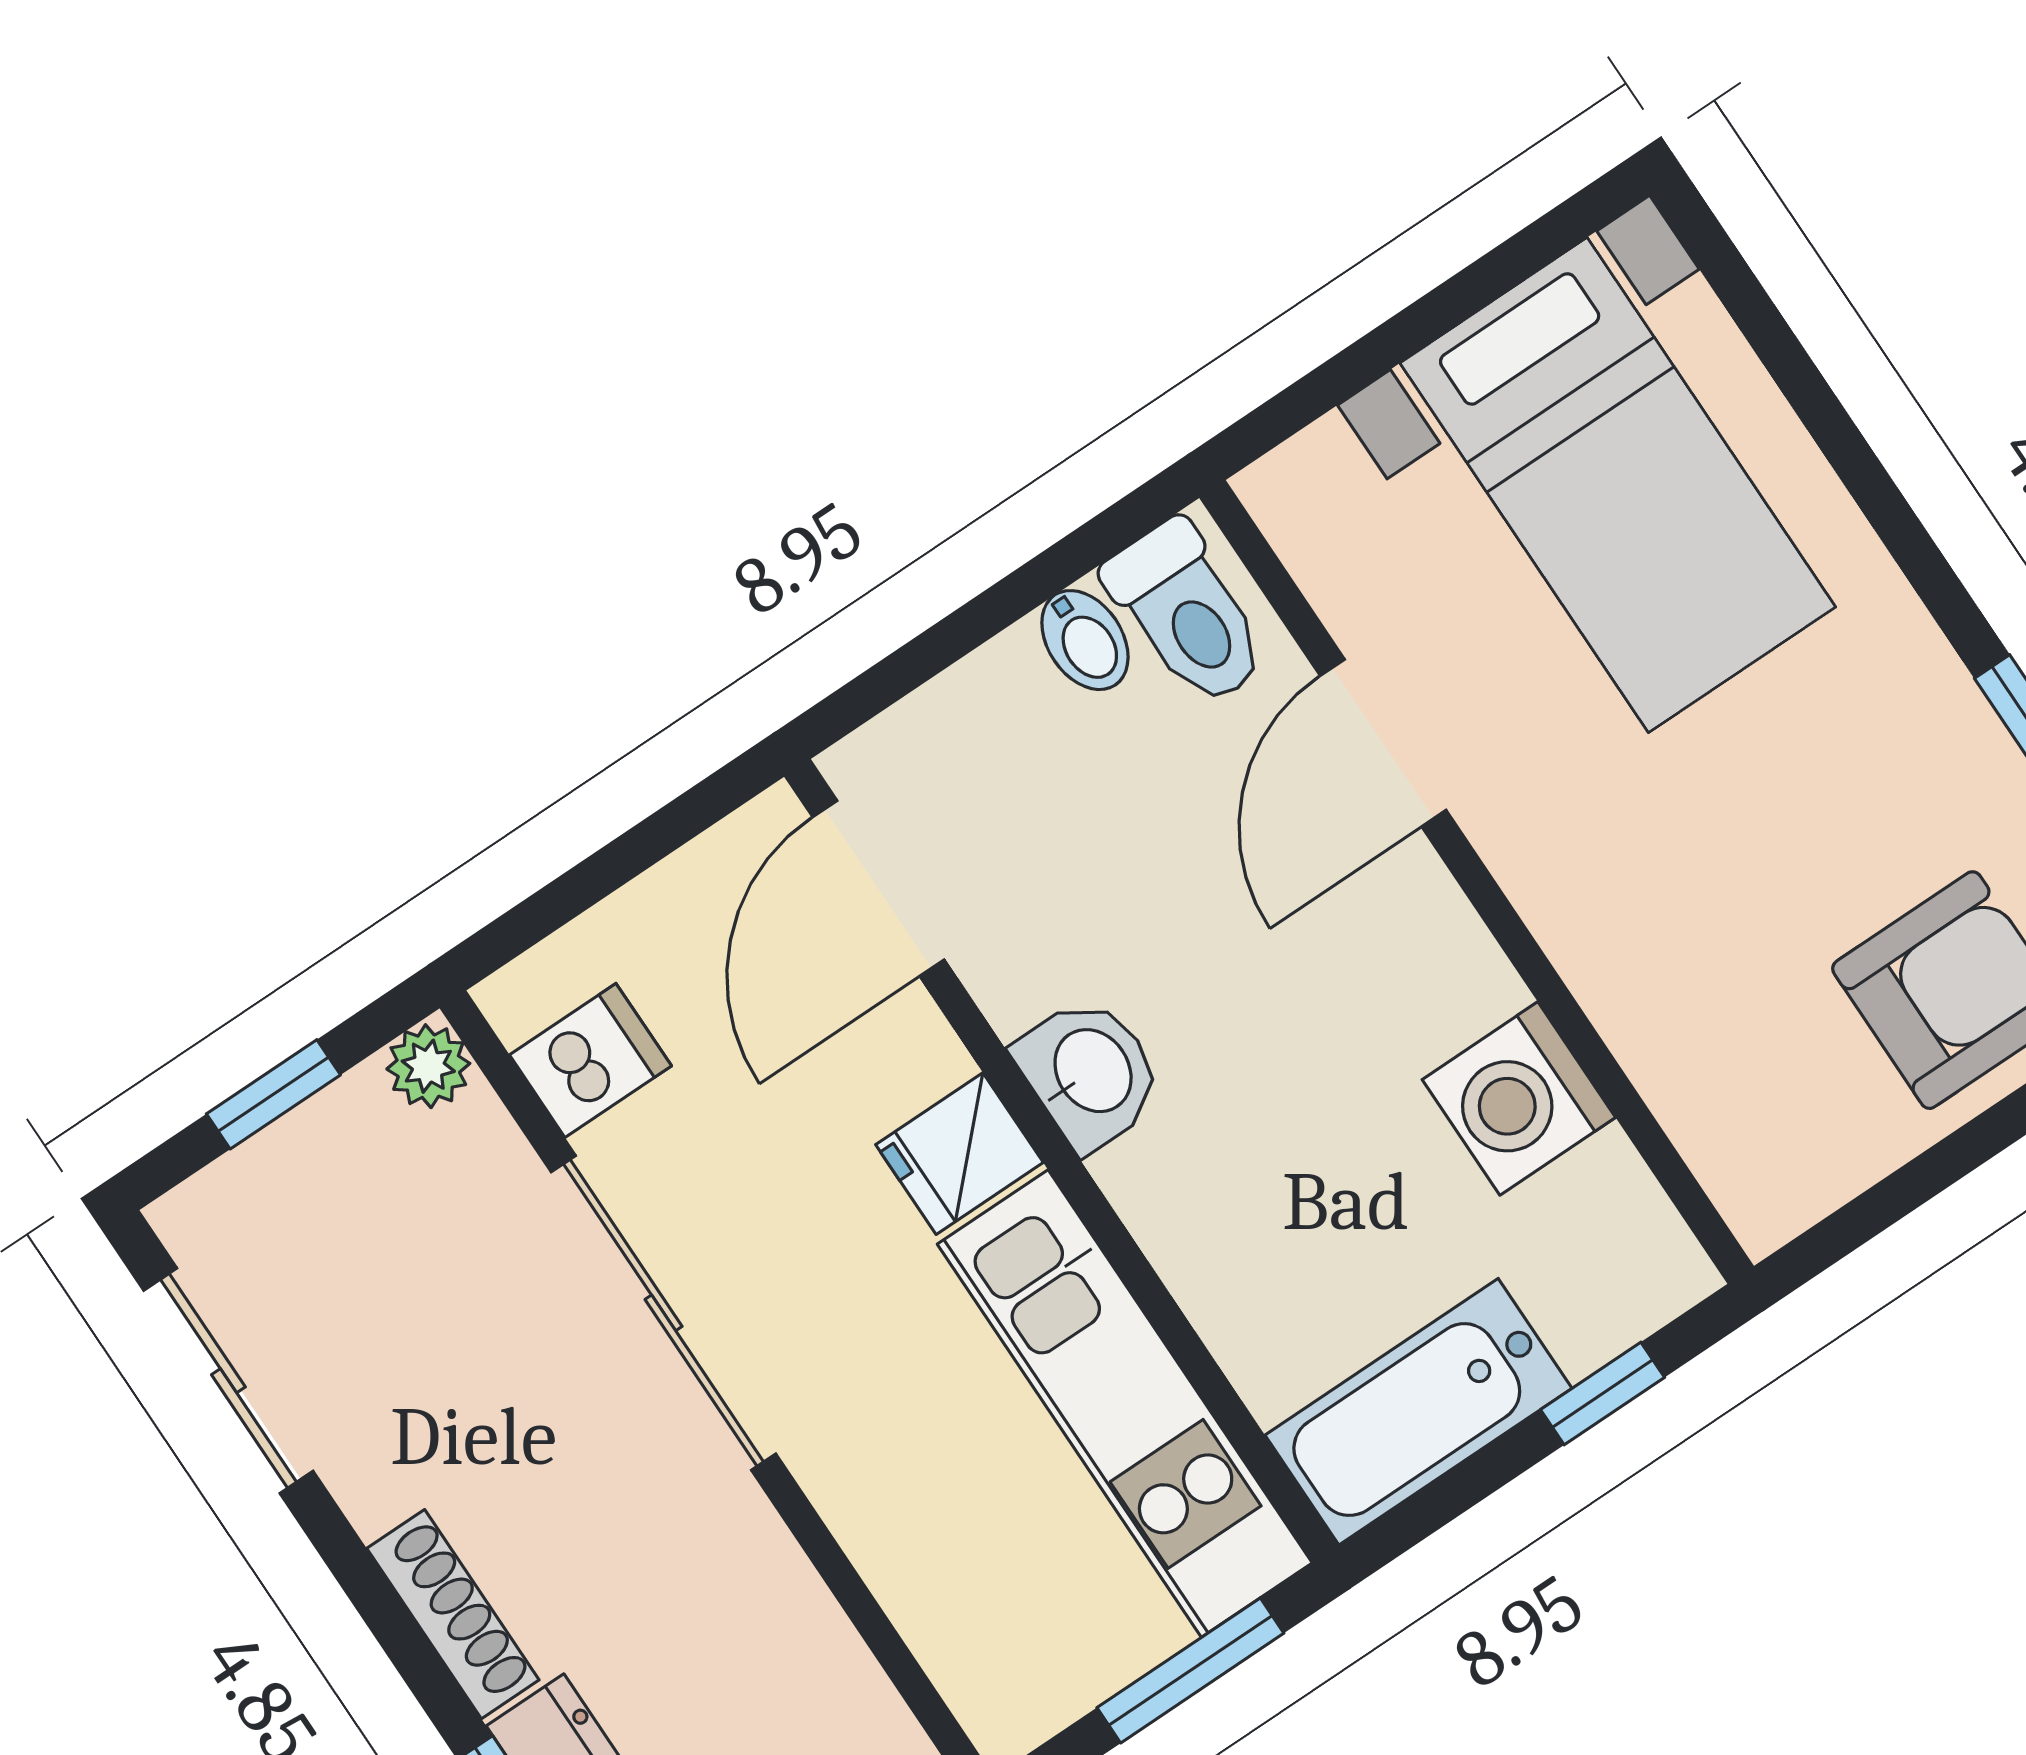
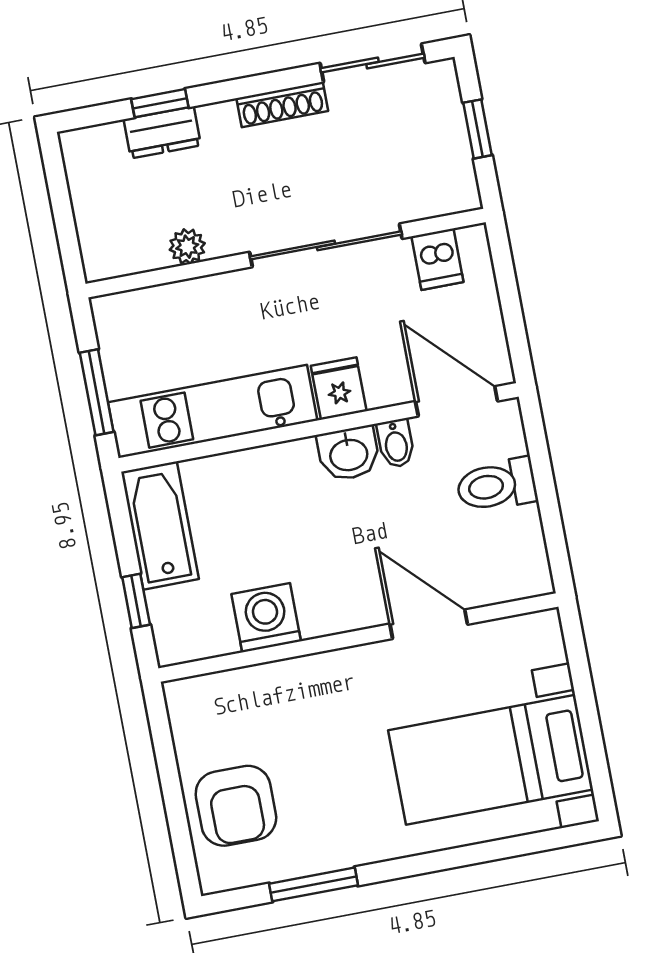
toilet: (1188, 614) -> (497, 485), moved
bidet: (1085, 640) -> (396, 443), moved, turned -90
plant: (428, 1066) -> (187, 247), moved
shoe rack: (453, 1614) -> (282, 105), moved

